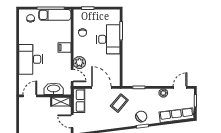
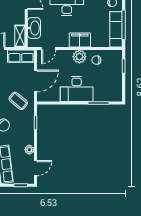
desk: (108, 39) -> (77, 89), moved
filing cabinet: (64, 47) -> (80, 40), width x2.00
plant: (79, 63) -> (79, 57), moved
door: (180, 87) -> (35, 168), hinge flipped

